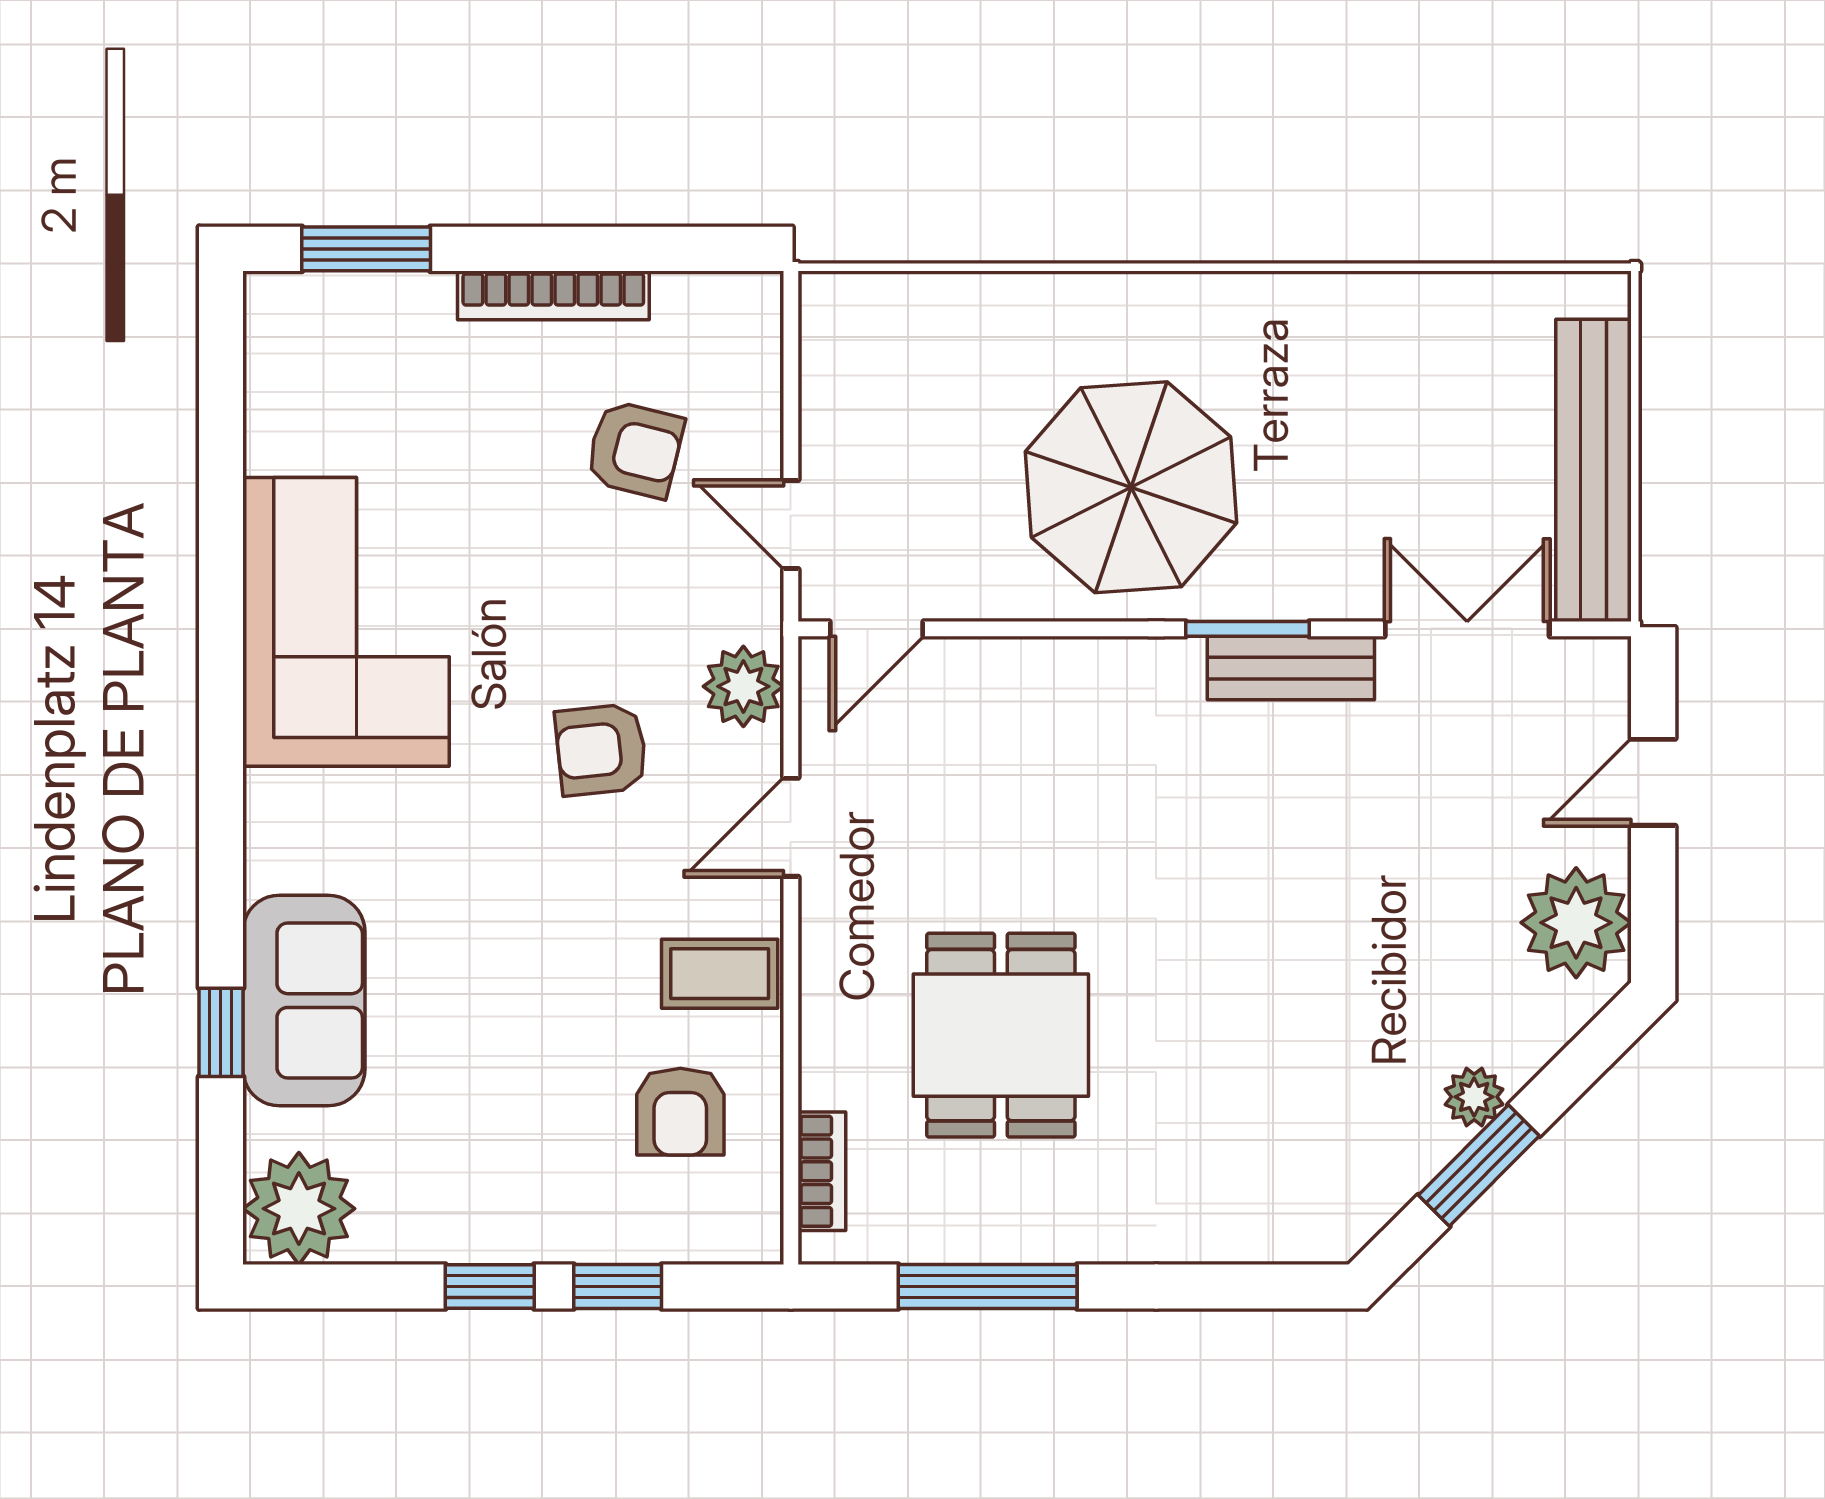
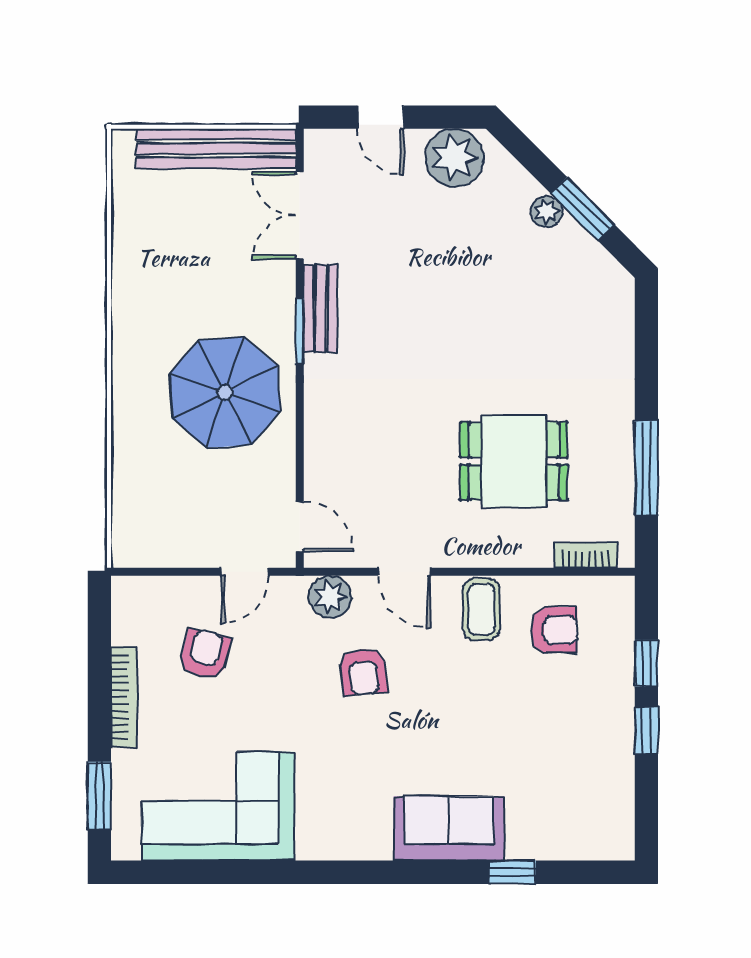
corner sofa: (346, 622) -> (218, 806), moved
sofa: (304, 1001) -> (449, 829), moved
plant: (299, 1209) -> (605, 831), removed

